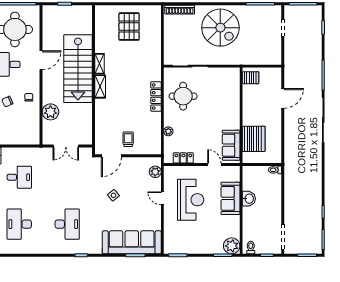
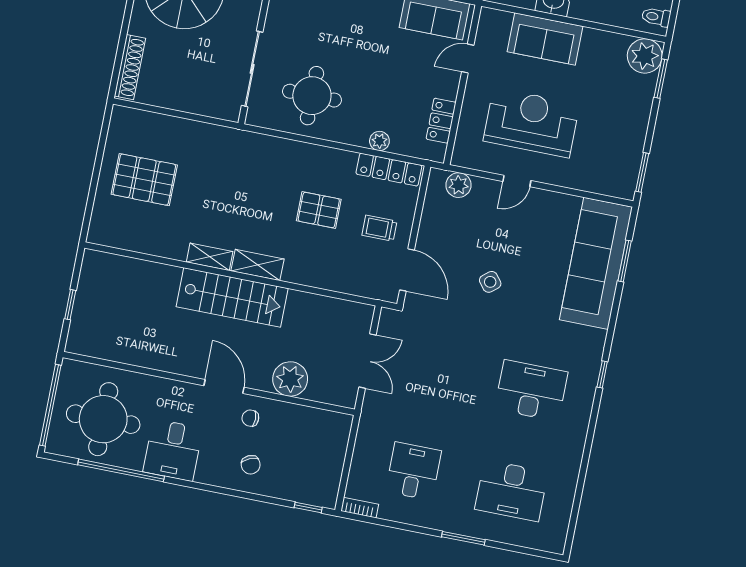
door: (41, 60) -> (224, 386), moved
stairs: (78, 69) -> (232, 297), width x0.73, depth x0.66
locker: (156, 97) -> (389, 170), moved
pallet: (131, 110) -> (319, 210), added

